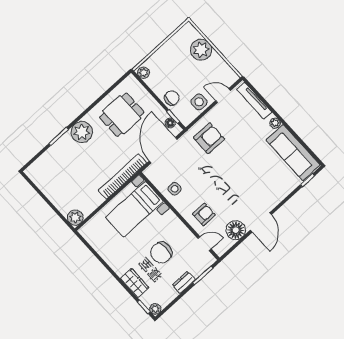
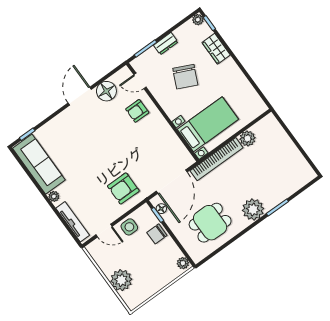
side table: (175, 189) -> (164, 141), removed
plant: (75, 218) -> (247, 139), moved
chair: (161, 253) -> (185, 77), turned 115

